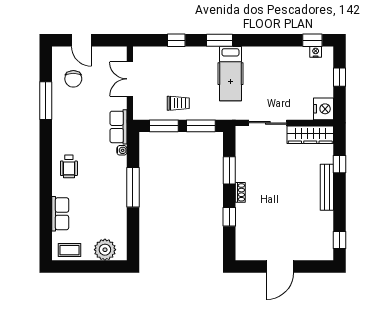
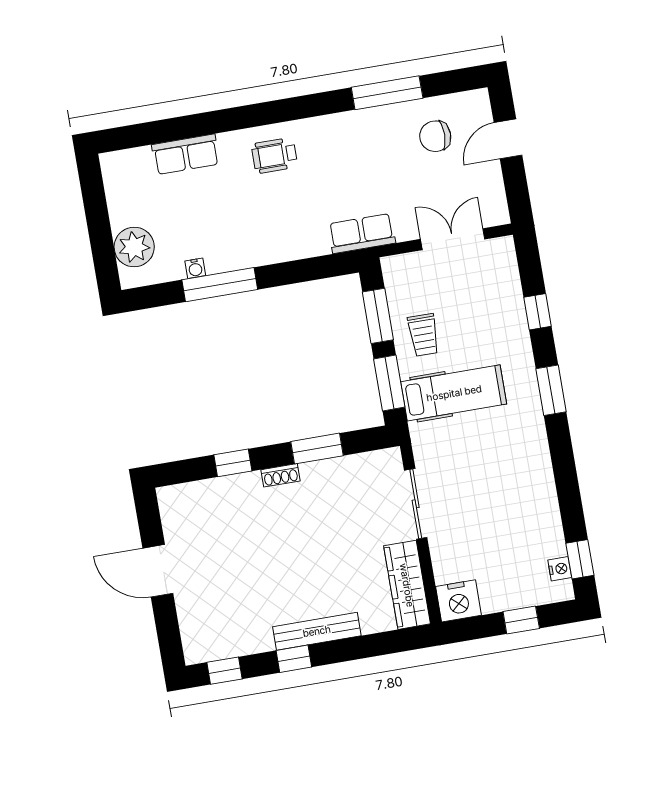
hospital bed: (230, 74) -> (454, 393), moved, turned 180
water cooler: (122, 150) -> (195, 268), moved
window: (339, 164) -> (294, 659), moved
window: (133, 187) -> (220, 285), moved
coffee table: (70, 250) -> (122, 183), removed

